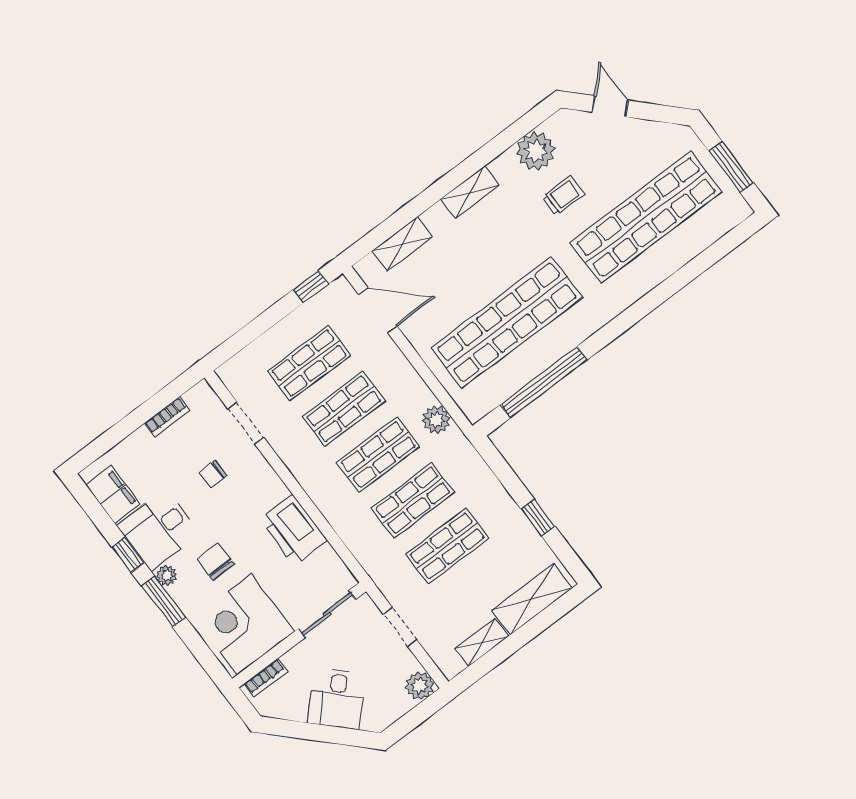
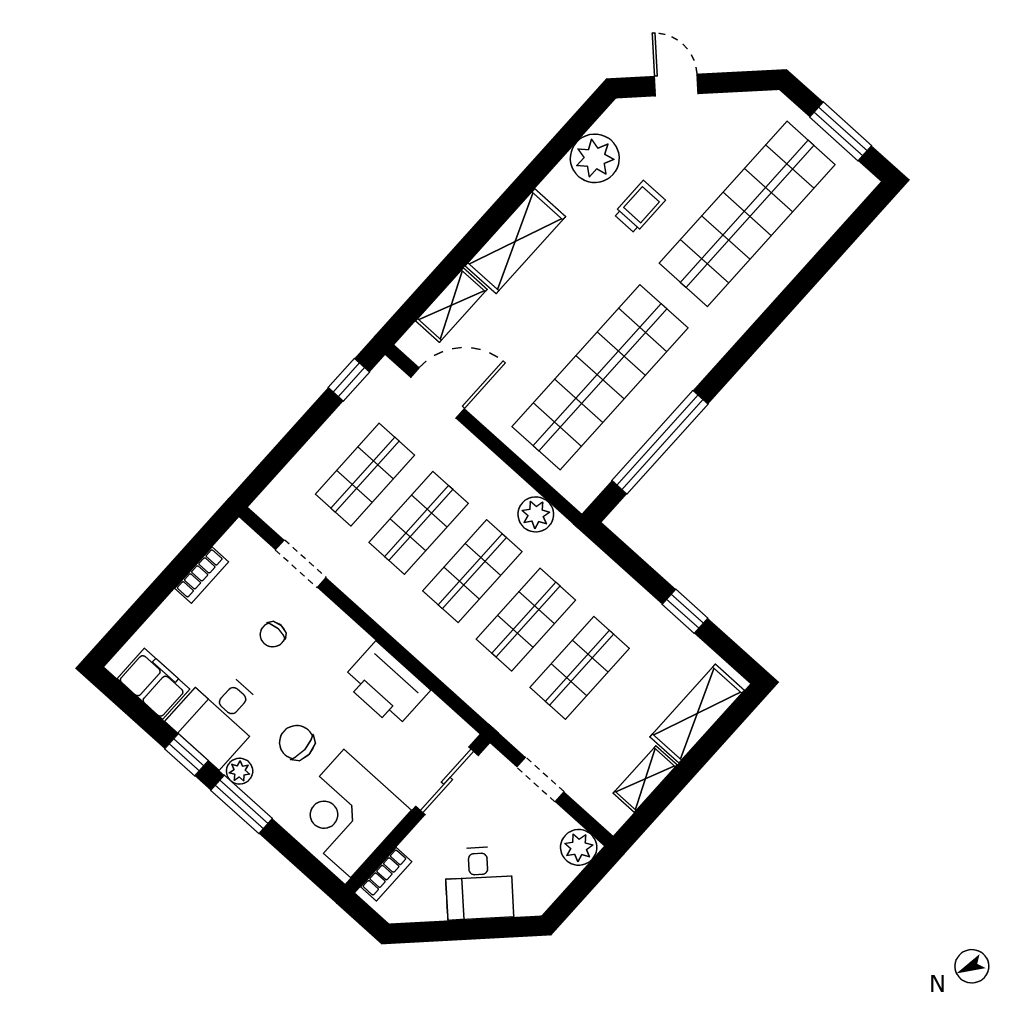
shelving: (470, 192) -> (515, 241), width x1.50, depth x1.33

